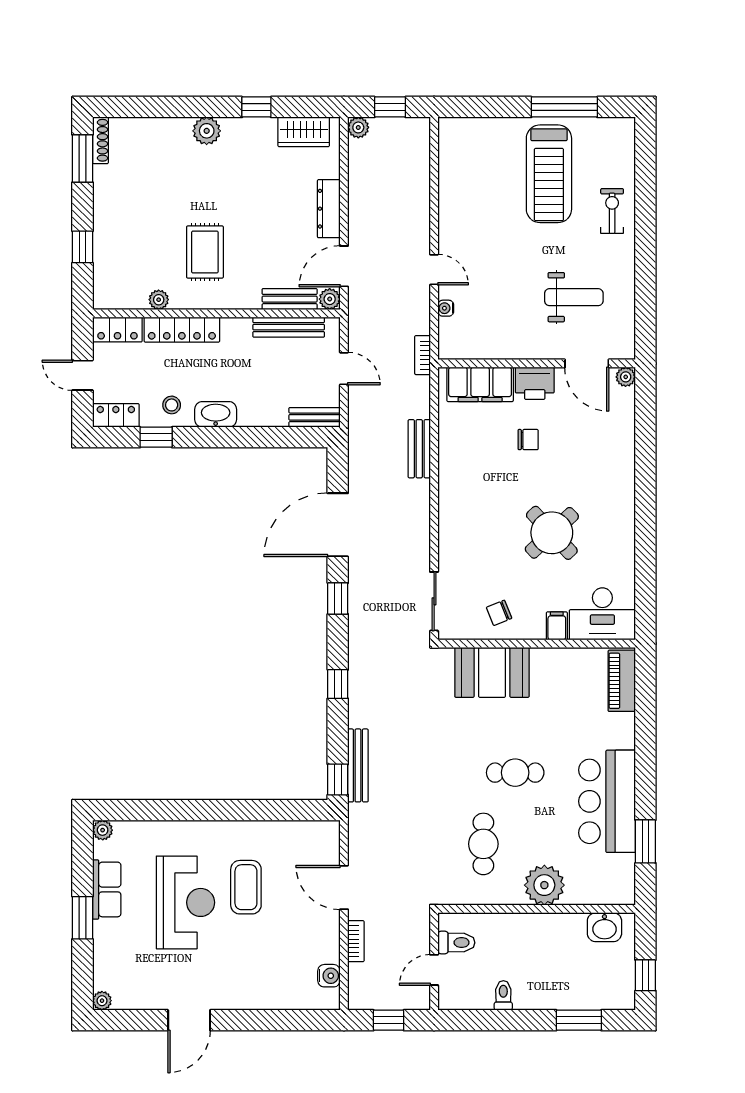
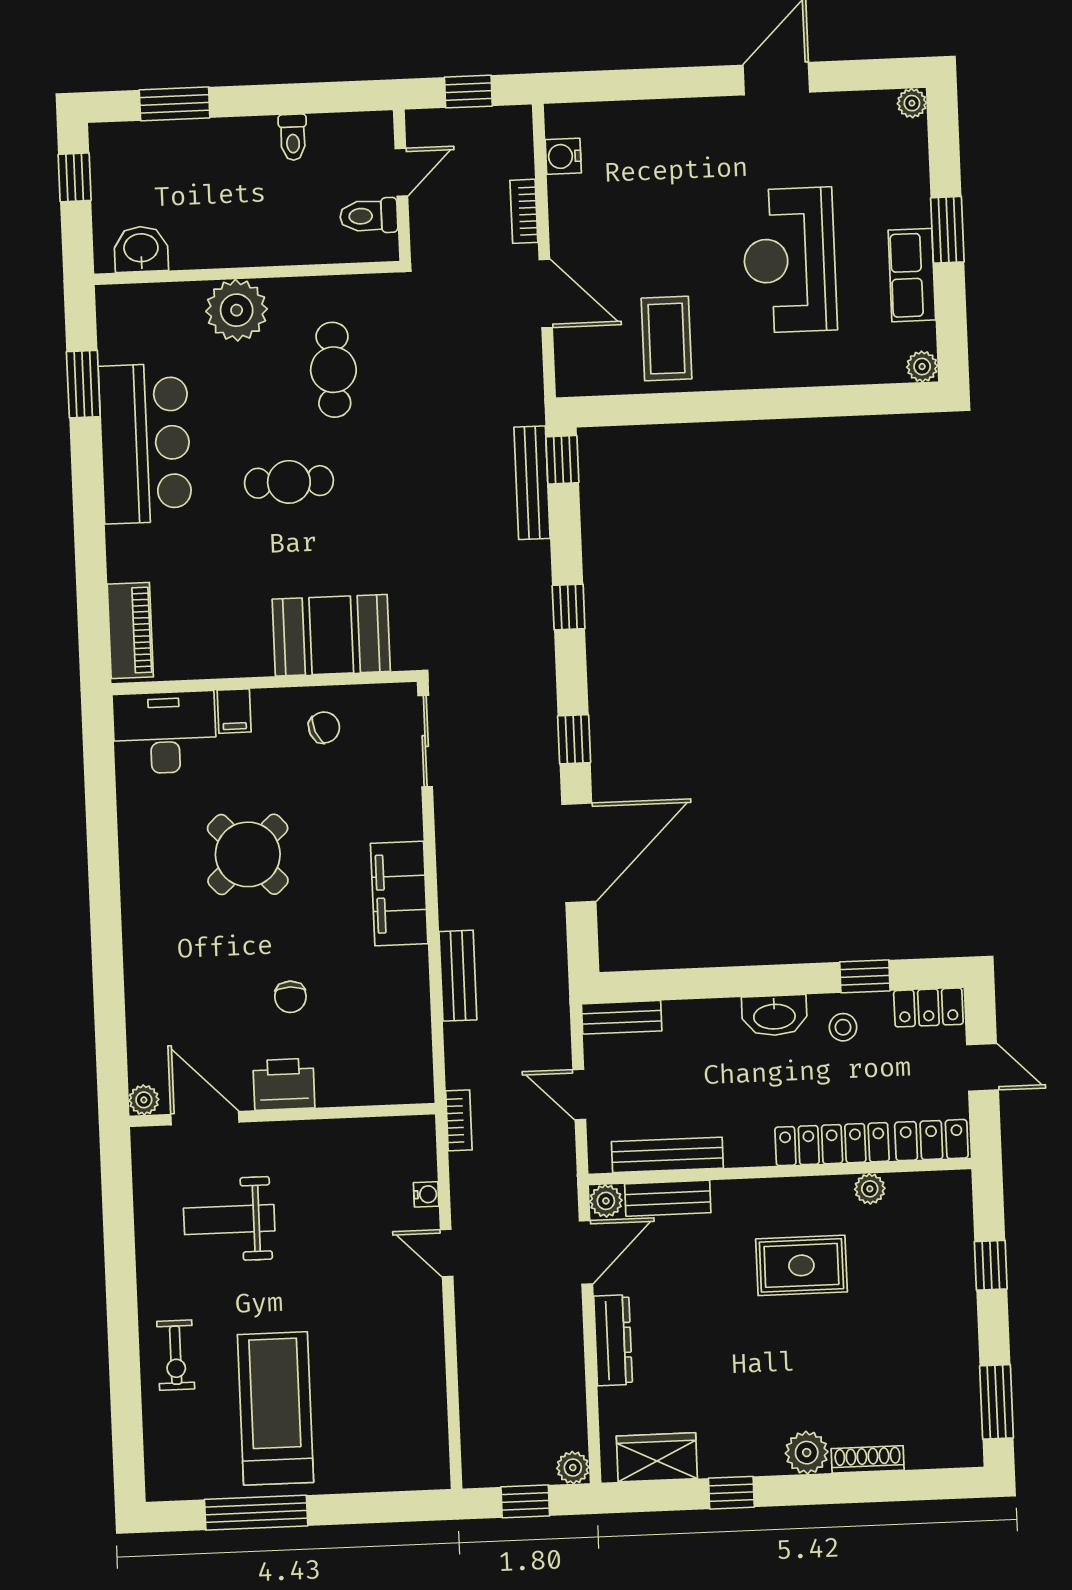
shoe rack: (100, 140) -> (868, 1459), moved, turned 90
rug: (205, 252) -> (801, 1265), turned 90
filing cabinet: (480, 384) -> (399, 893), moved, turned -90
chair: (528, 440) -> (290, 997), turned -90
coffee table: (246, 887) -> (666, 339), moved

